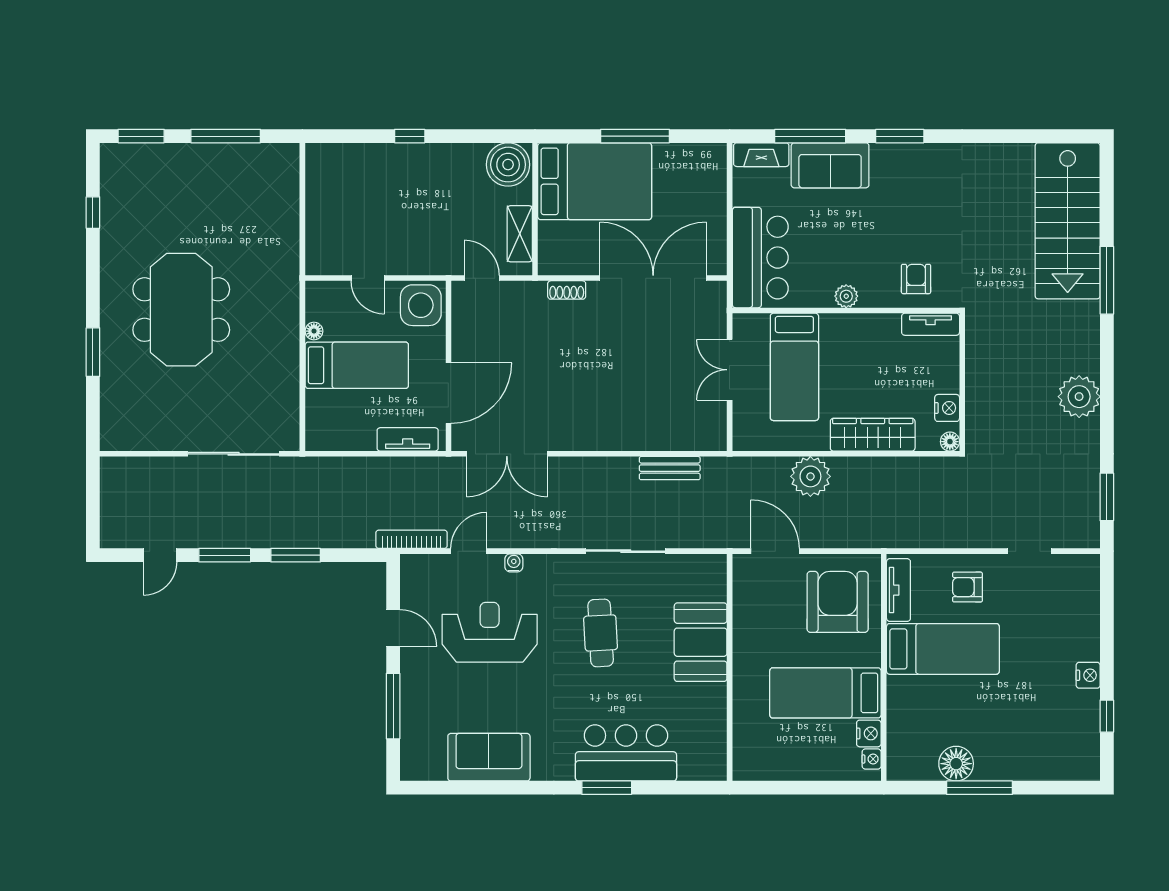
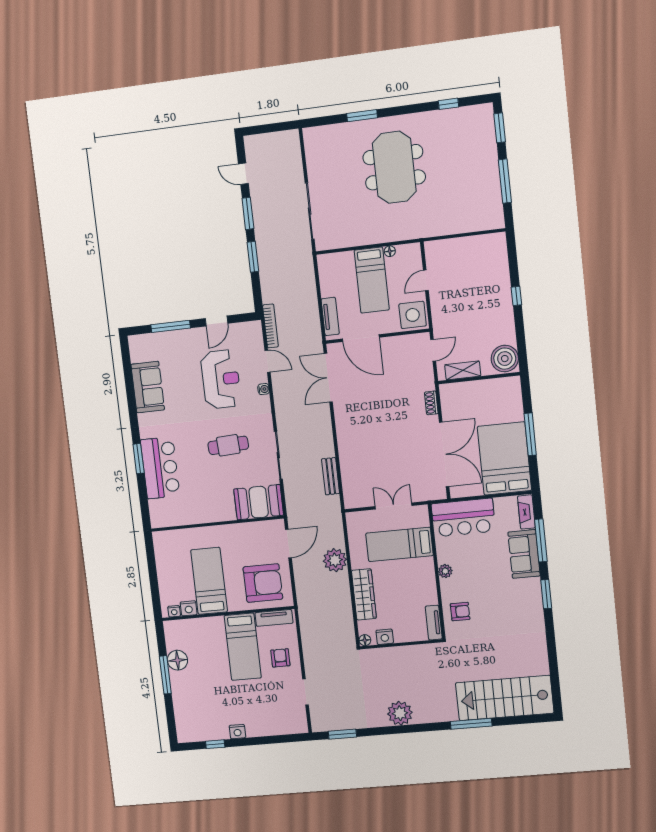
bed: (595, 181) -> (504, 458), moved, turned 180
meeting table: (181, 310) -> (394, 167), turned 90
booth: (701, 642) -> (259, 502), moved

